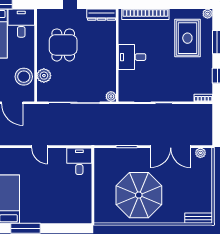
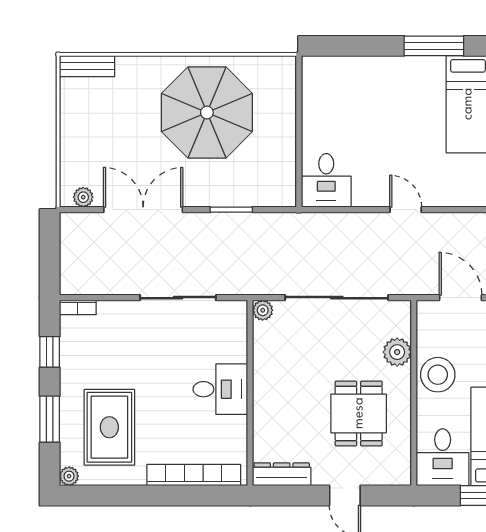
stool: (24, 77) -> (438, 375), moved

